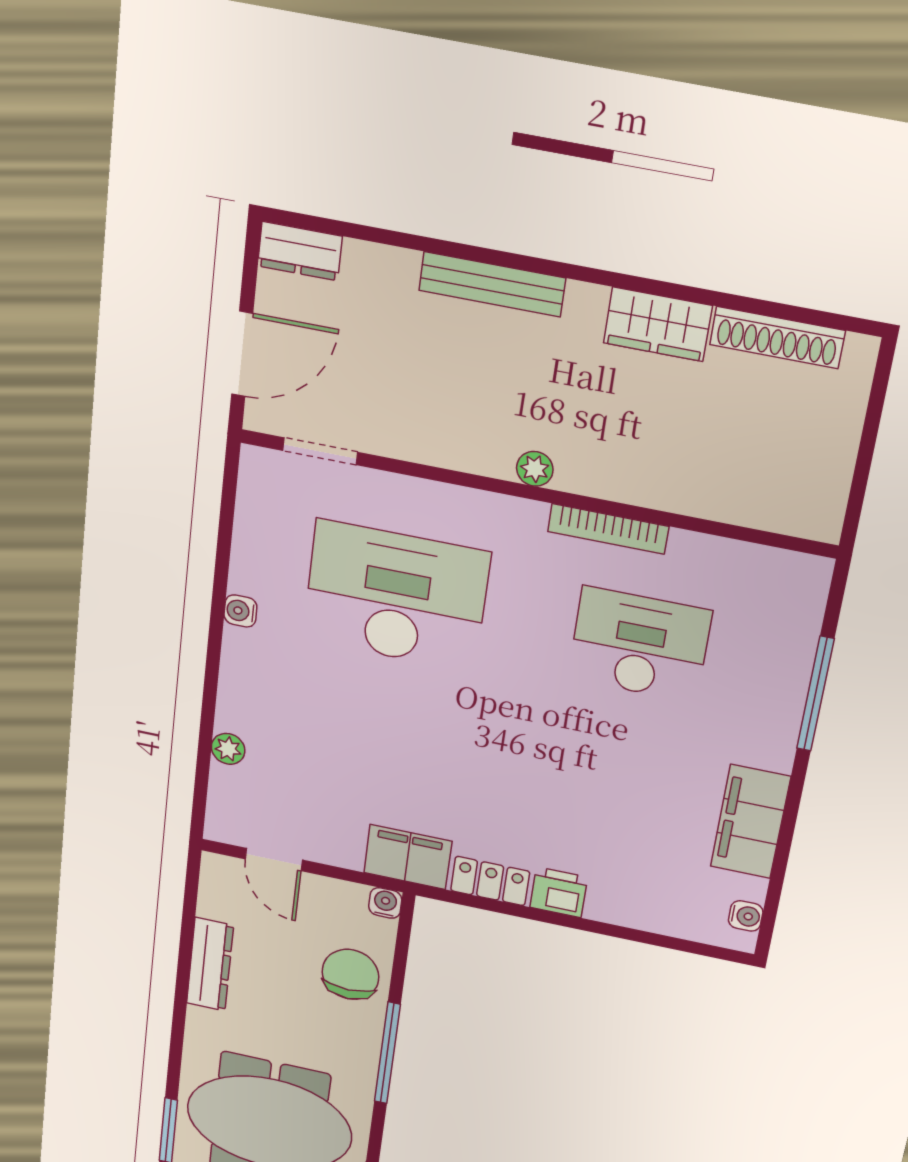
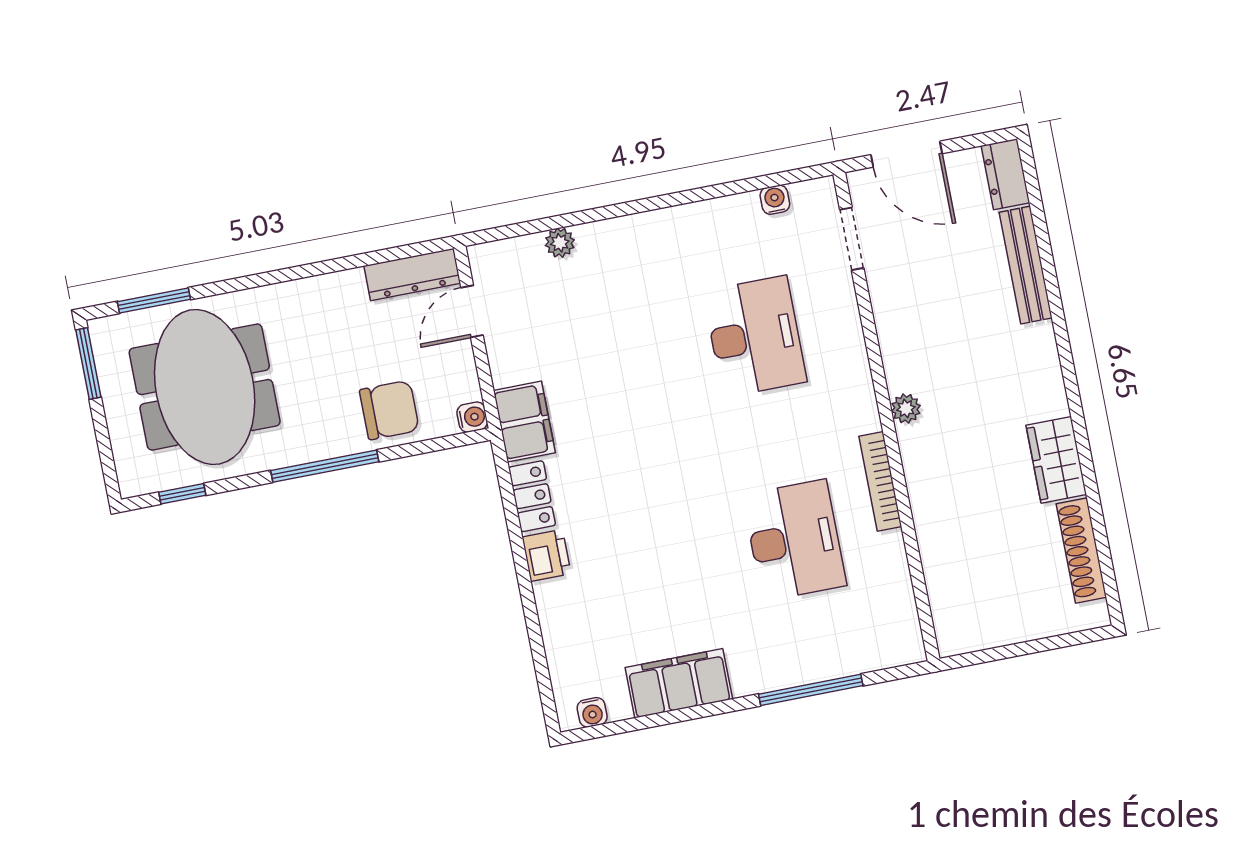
bench: (492, 284) -> (1026, 265), moved
desk: (396, 596) -> (755, 337), width x0.73, depth x0.77
water cooler: (240, 611) -> (775, 200), moved
dresser: (210, 964) -> (412, 274), moved

